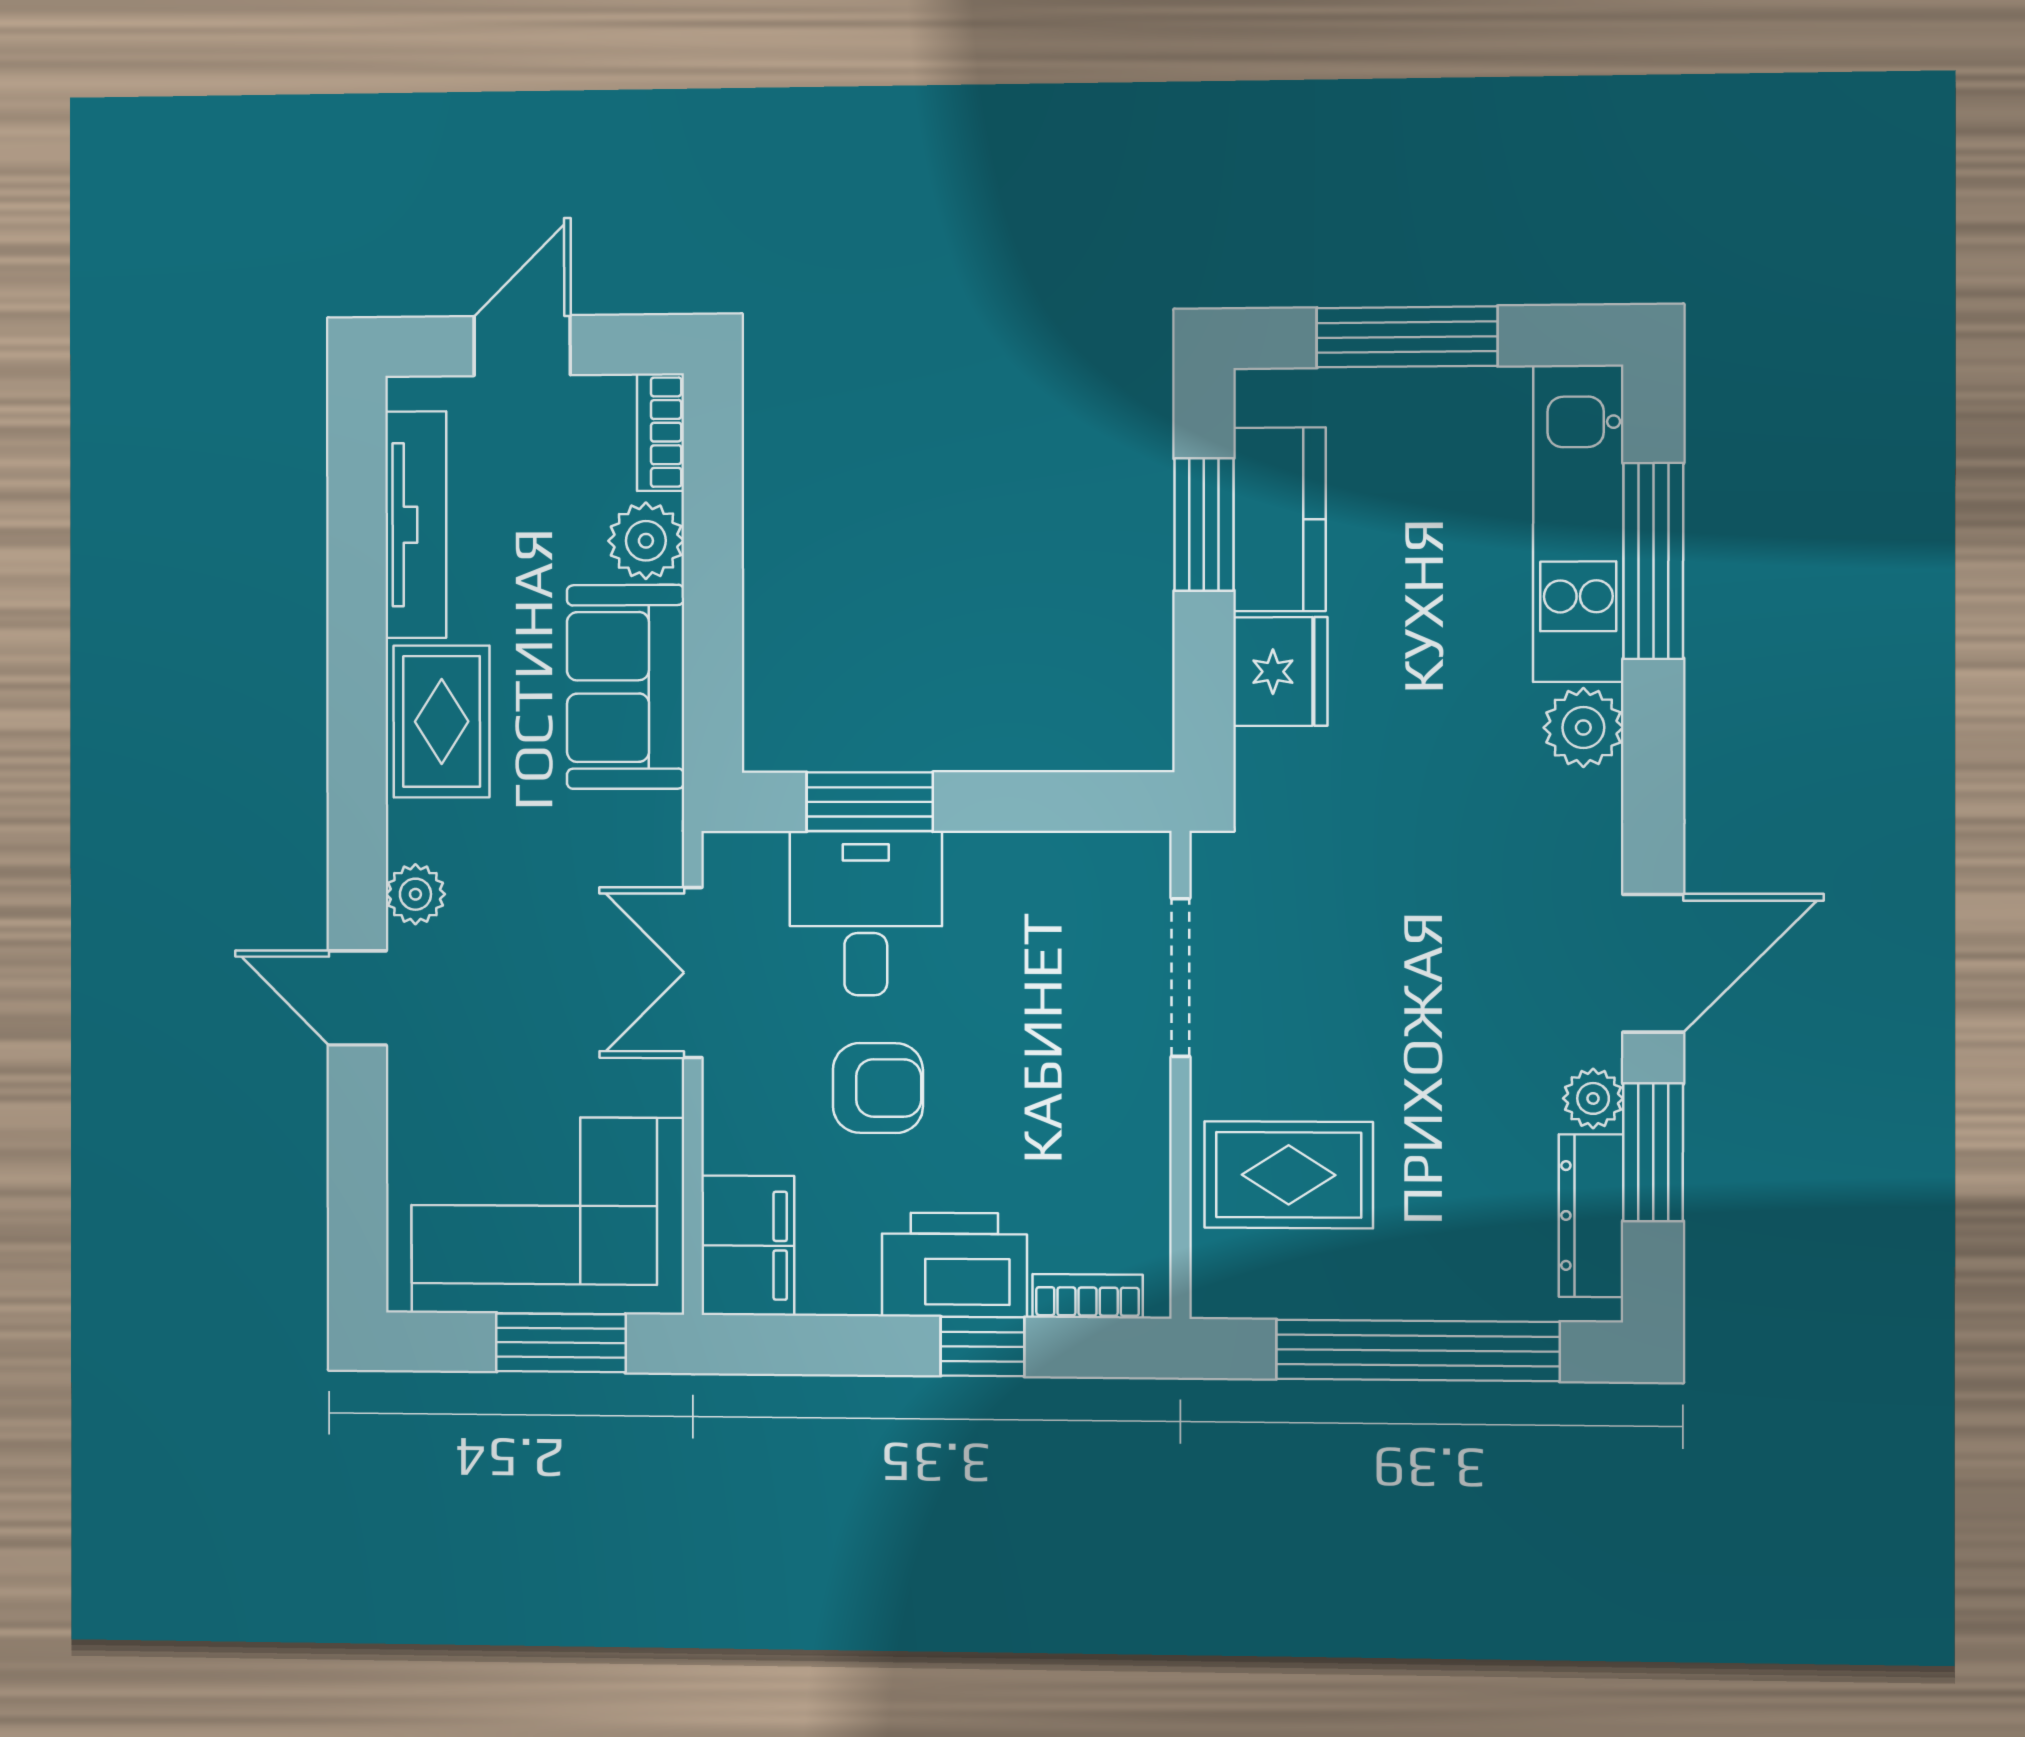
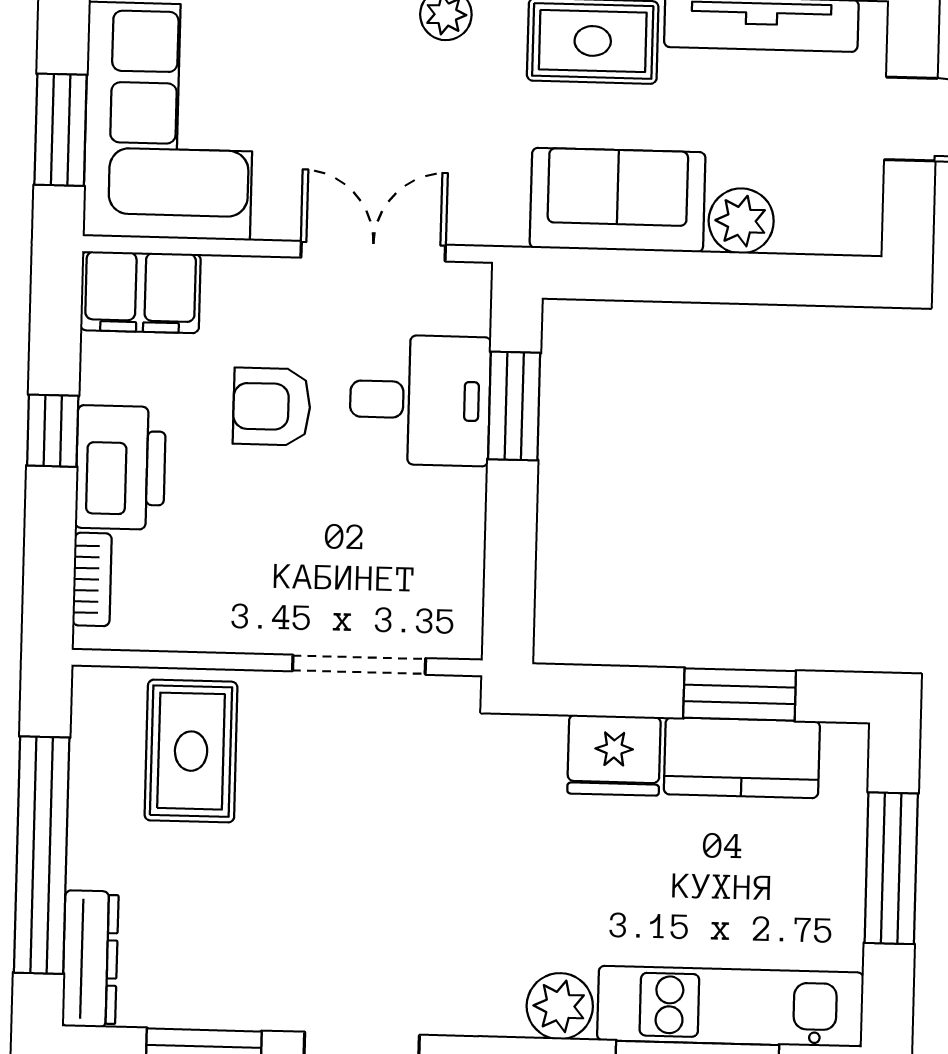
bookcase: (661, 432) -> (833, 236), removed
armchair: (878, 1088) -> (272, 407), turned 90
plant: (1593, 1098) -> (250, 1006), removed
dresser: (1591, 1216) -> (90, 959), moved, turned 90
window: (983, 1347) -> (53, 431), moved

